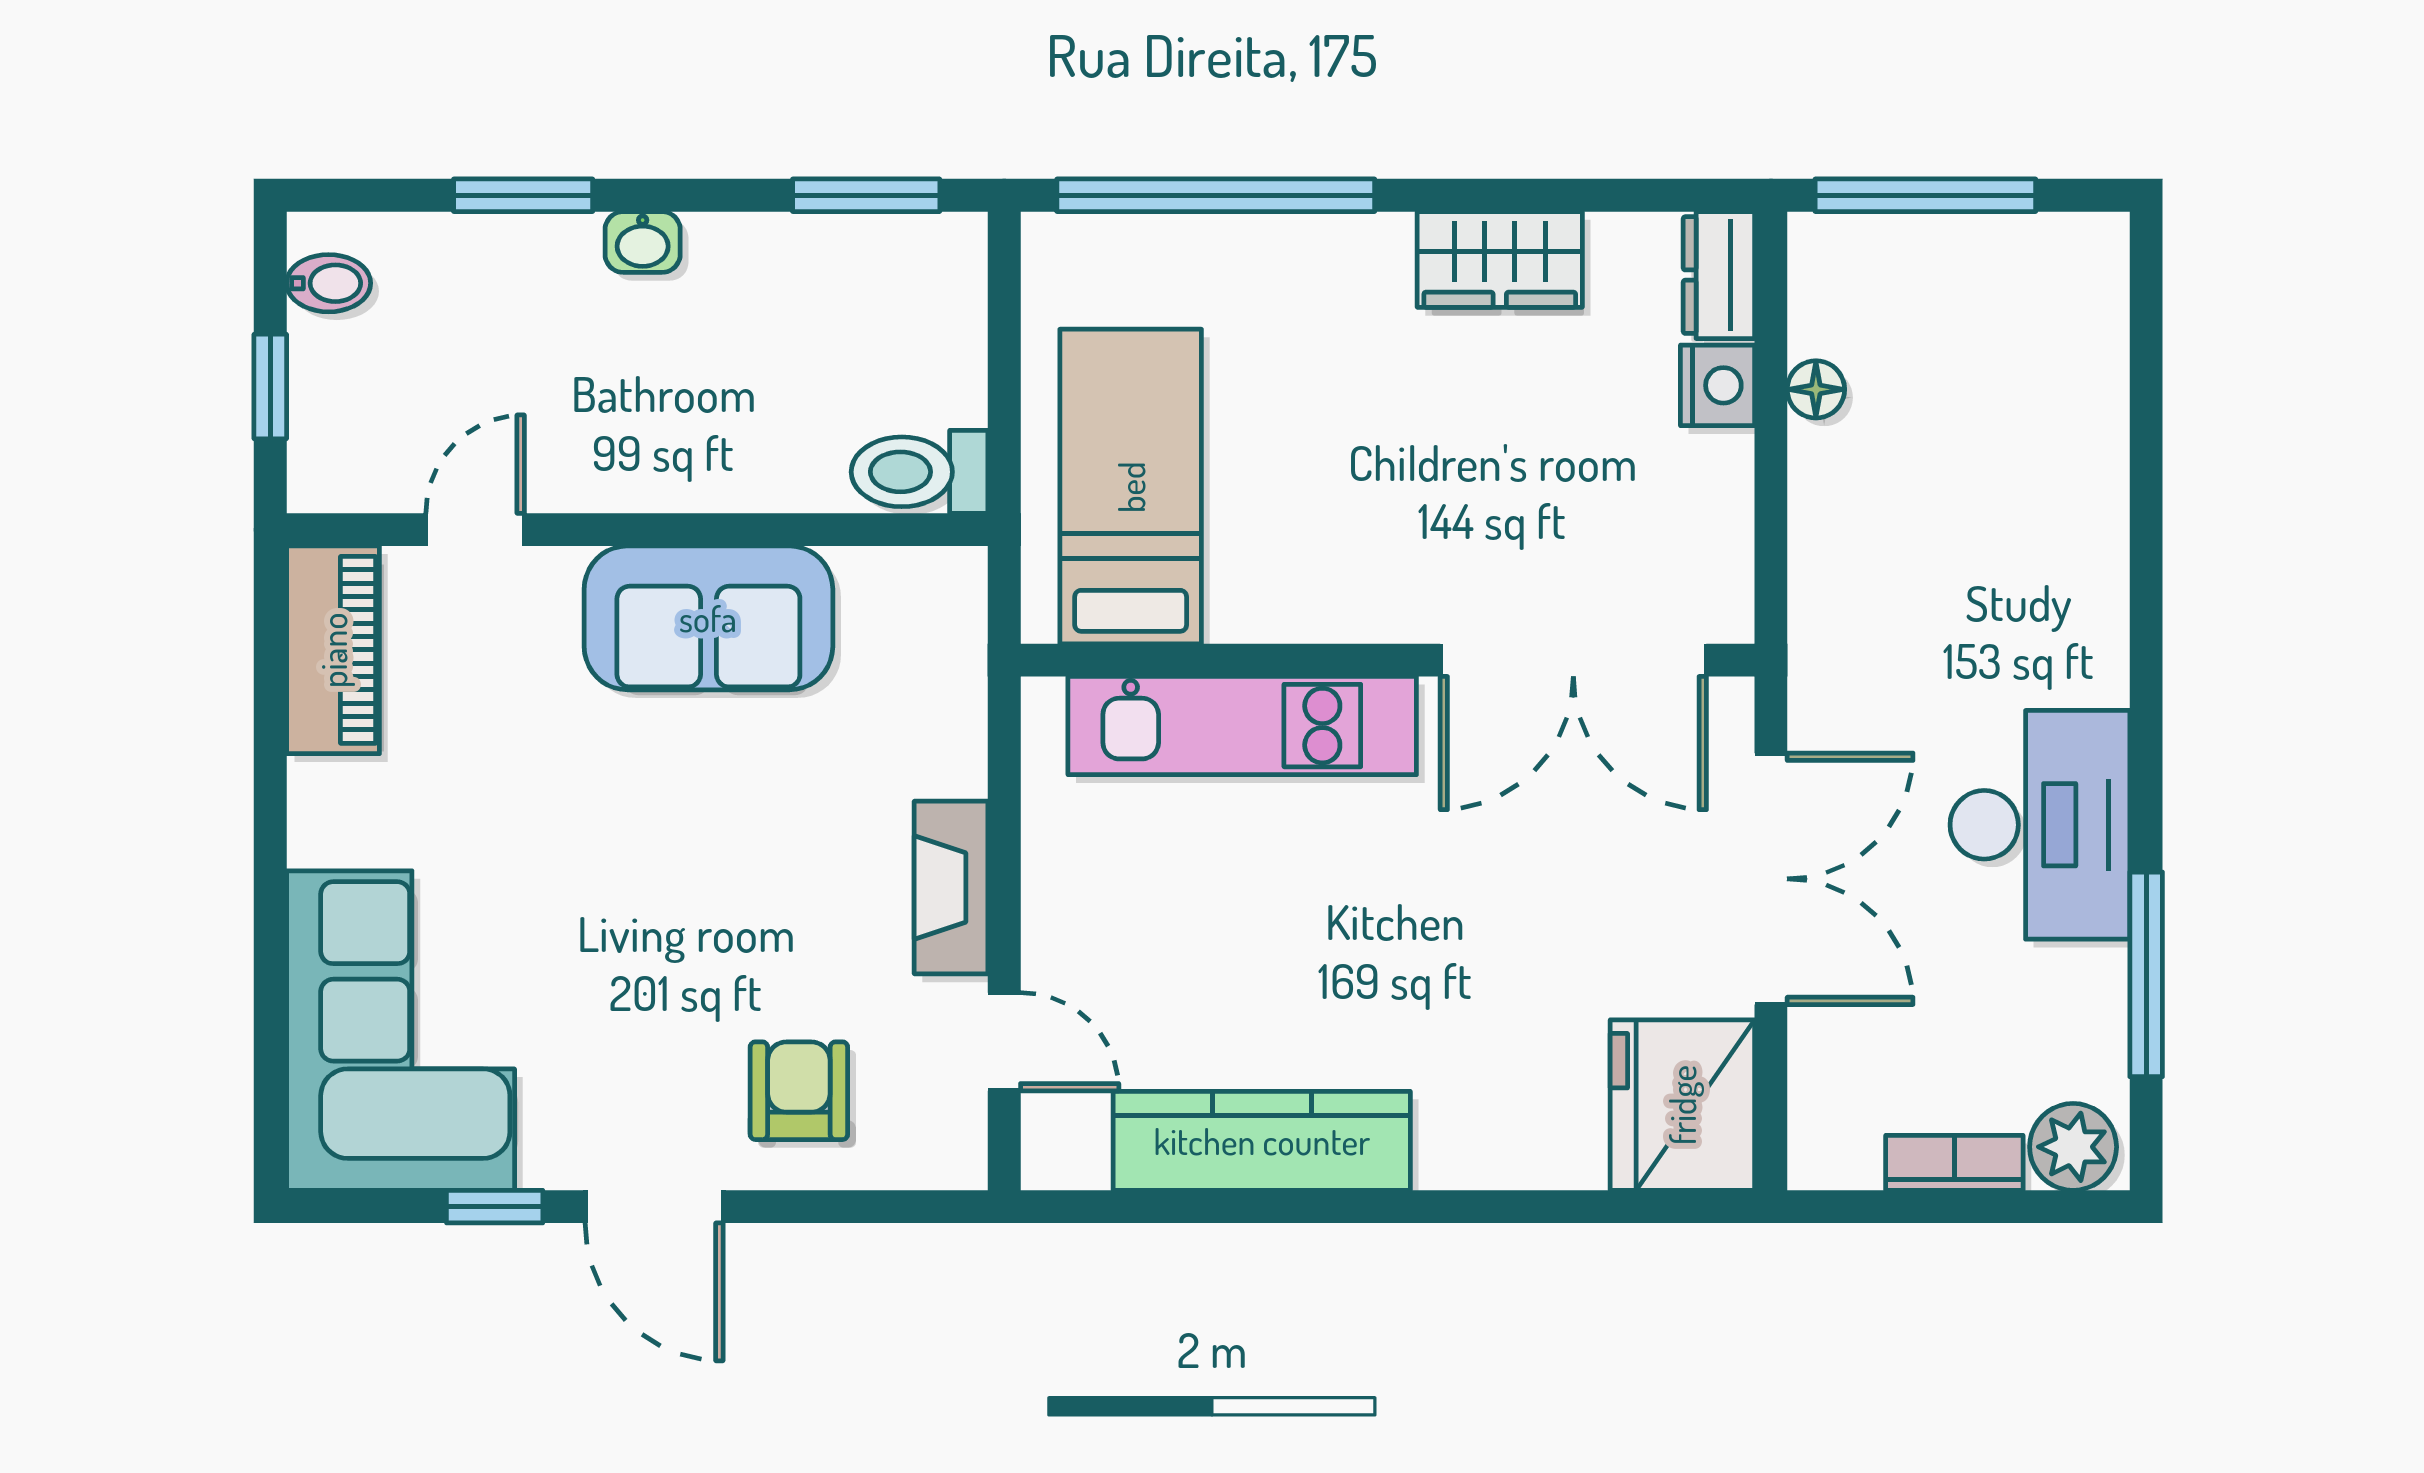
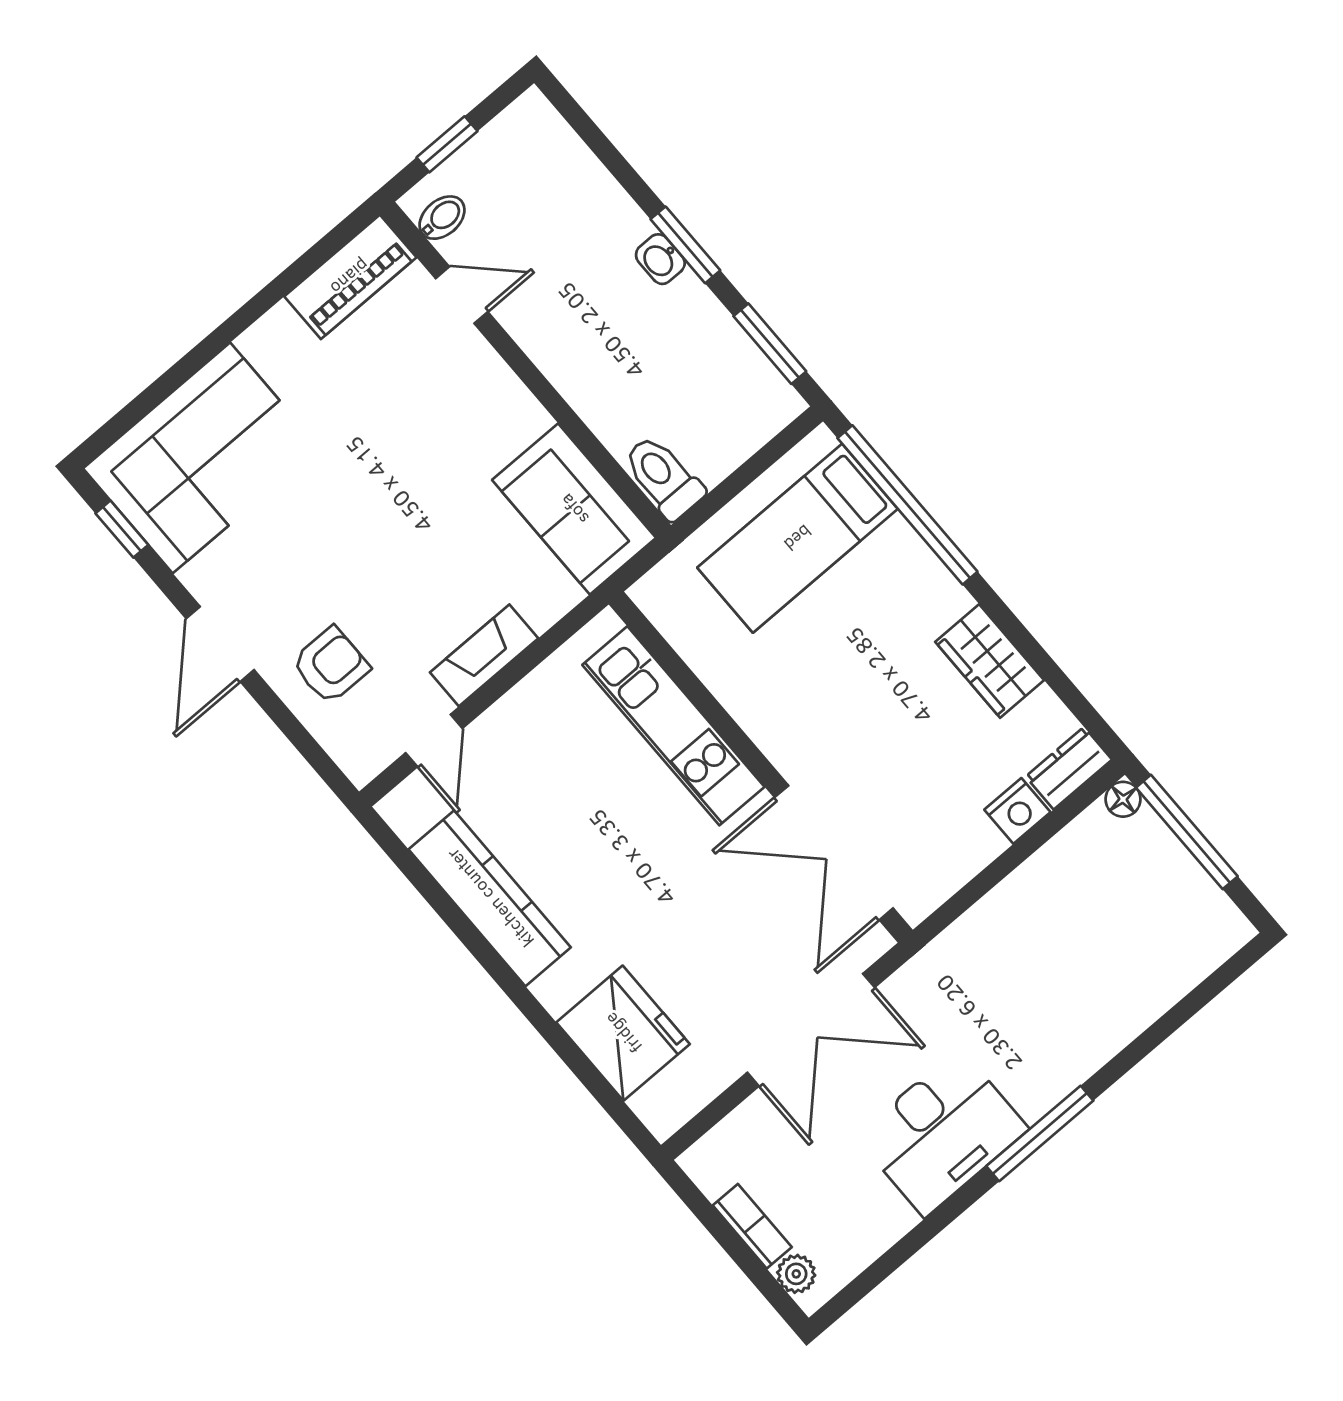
window: (523, 195) -> (685, 245), moved
bidet: (329, 283) -> (442, 218), moved, turned -90
floor lamp: (1816, 389) -> (1123, 799), moved
bed: (1131, 487) -> (798, 538), moved, turned 180
sofa: (708, 618) -> (574, 509), moved
window: (2146, 974) -> (1040, 1133), moved
fridge: (1682, 1105) -> (623, 1033), moved, turned 90
plant: (2073, 1147) -> (796, 1274), width x0.73, depth x0.73
window: (495, 1207) -> (122, 529), moved

